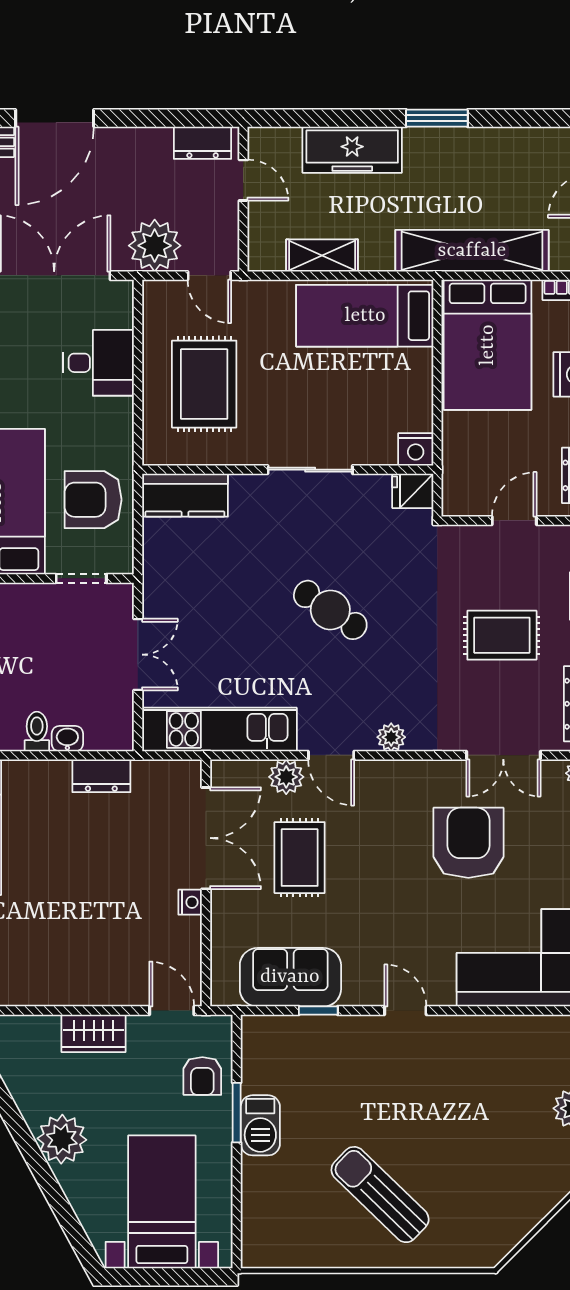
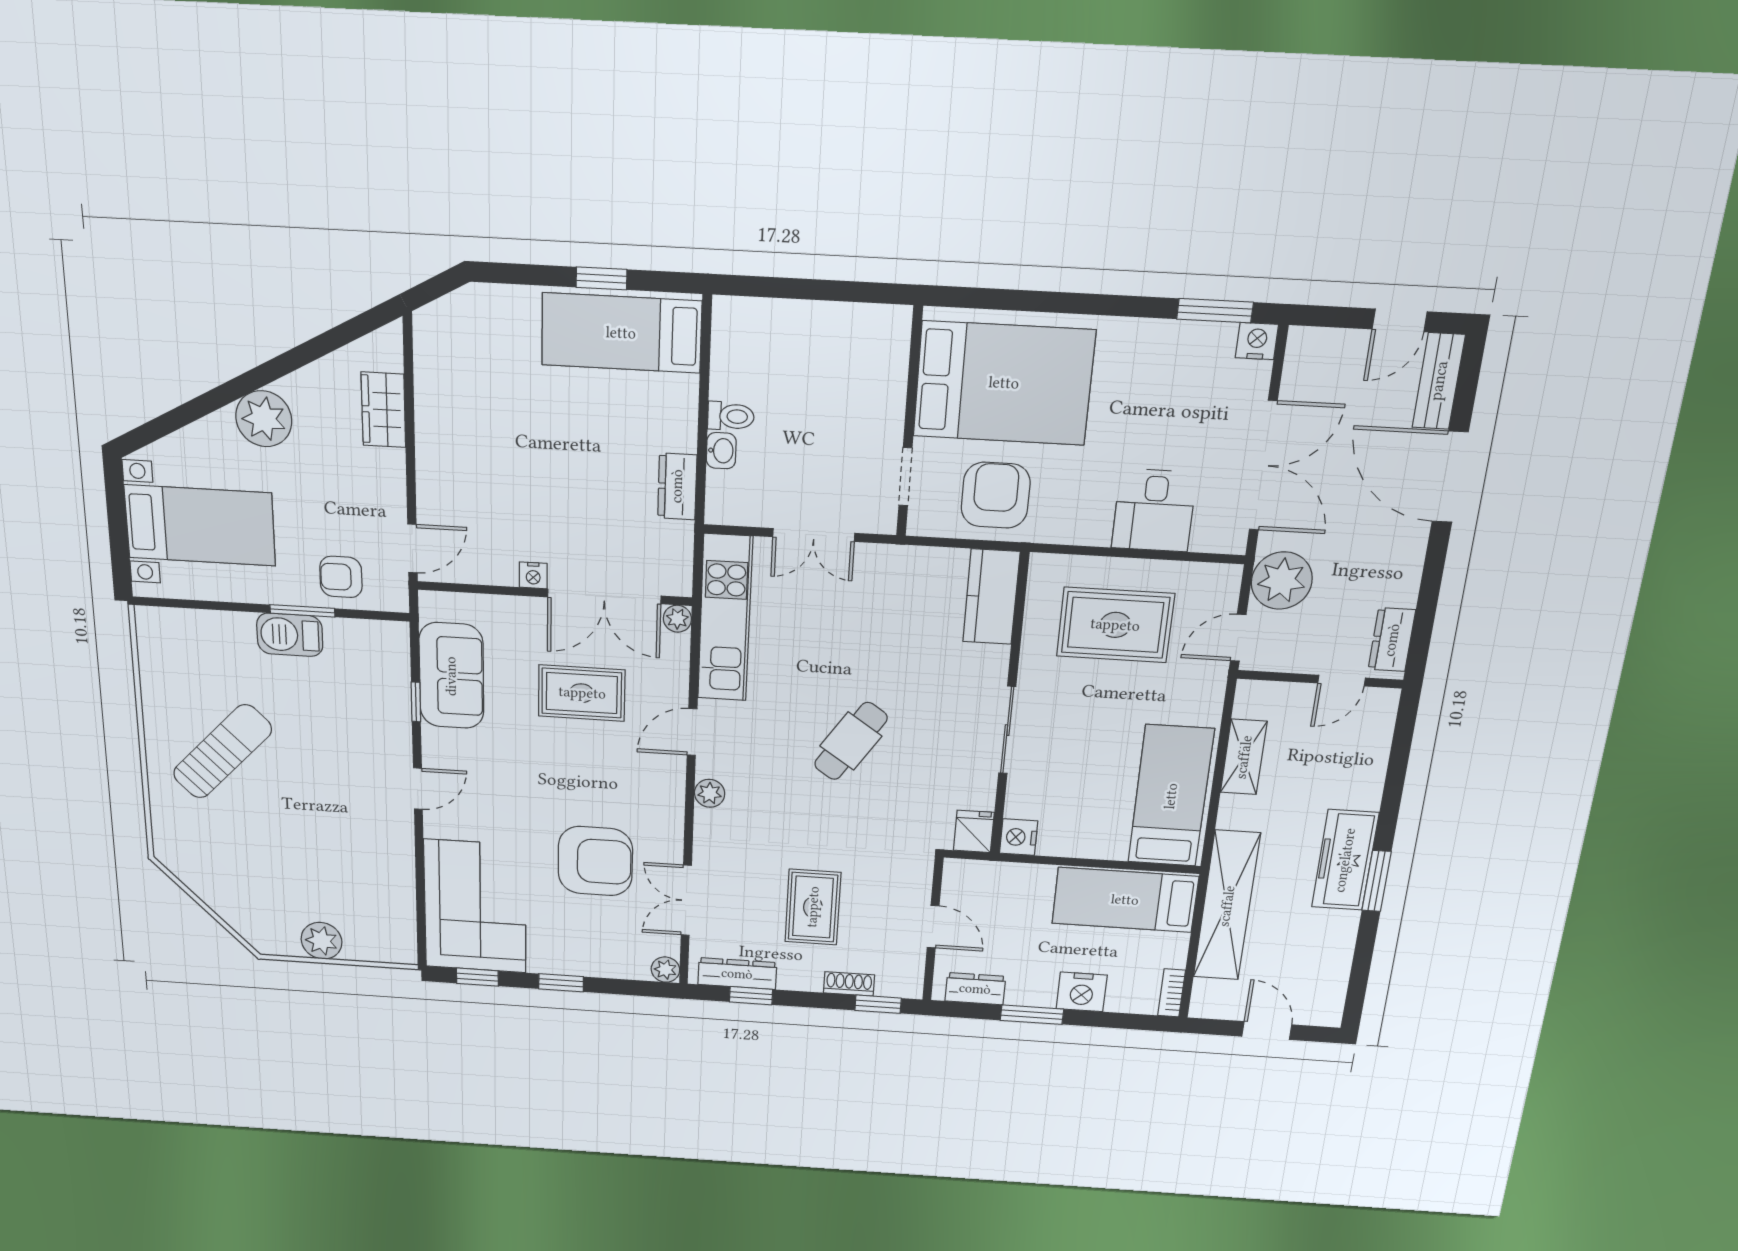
freezer: (352, 150) -> (1345, 860), moved
bed: (488, 345) -> (1125, 900), width x0.67
plant: (286, 777) -> (677, 619), moved, width x0.73, depth x0.73
wardrobe: (94, 1033) -> (383, 410), moved

